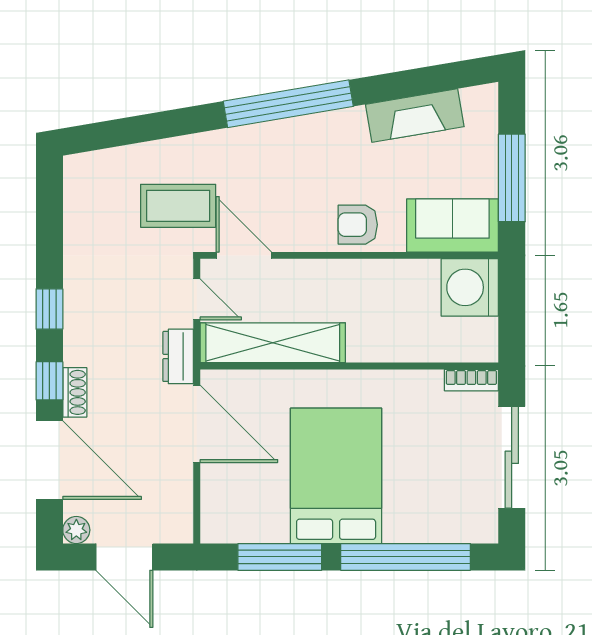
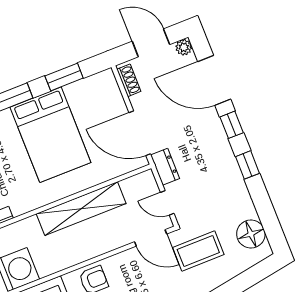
floor lamp: (86, 200) -> (251, 234), added
shelving: (273, 343) -> (81, 209), moved
shoe rack: (75, 392) -> (129, 80), moved, turned 180
window: (280, 557) -> (64, 77), width x0.69

